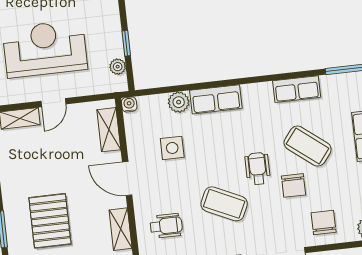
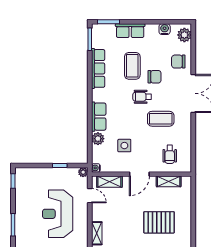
plant: (118, 67) -> (83, 172), moved
row of seats: (297, 89) -> (98, 68), width x1.48
door: (53, 103) -> (90, 196), moved
coffee table: (308, 146) -> (132, 66), turned -38
coffee table: (224, 204) -> (161, 119), turned 65
wheelchair: (166, 226) -> (170, 154), turned 180

